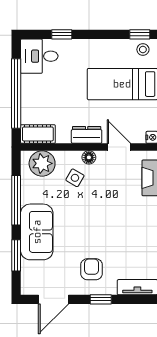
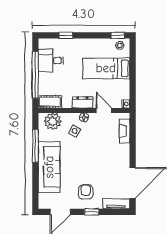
desk: (39, 56) -> (51, 61), moved
sofa: (37, 232) -> (49, 167), width x1.36
window: (16, 255) -> (35, 183), removed

